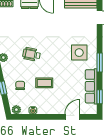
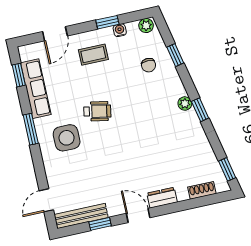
wheelchair: (31, 54) -> (97, 111), moved
coffee table: (44, 83) -> (93, 55), moved
window: (39, 117) -> (107, 22), added

